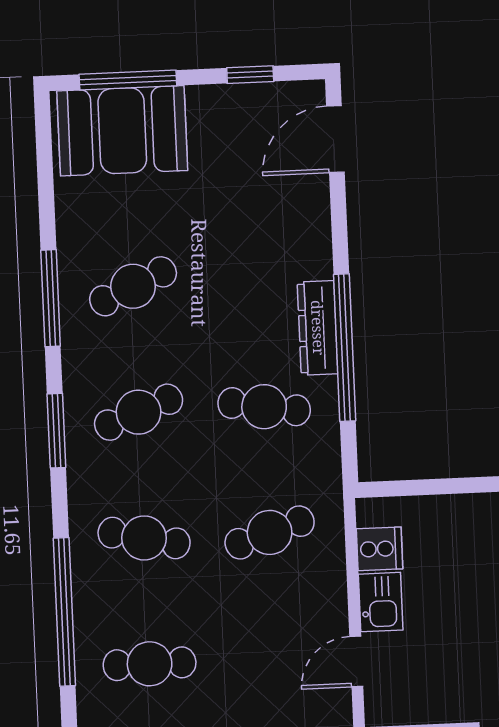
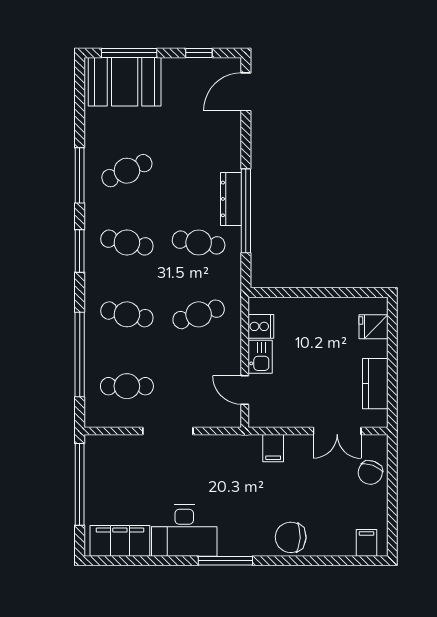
cafe table: (139, 412) -> (127, 243), turned 33
door: (356, 661) -> (245, 390), hinge flipped

